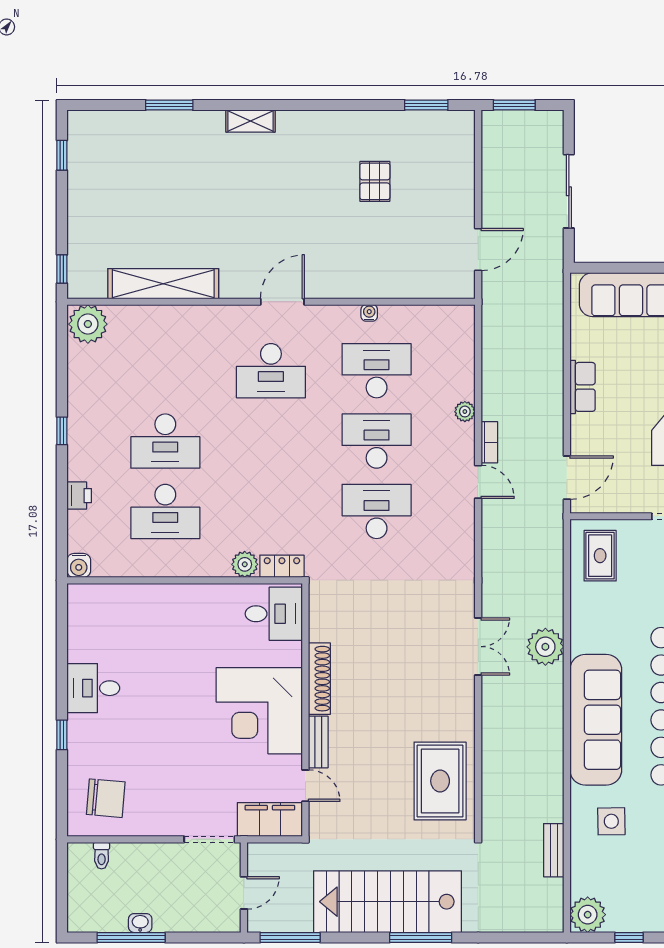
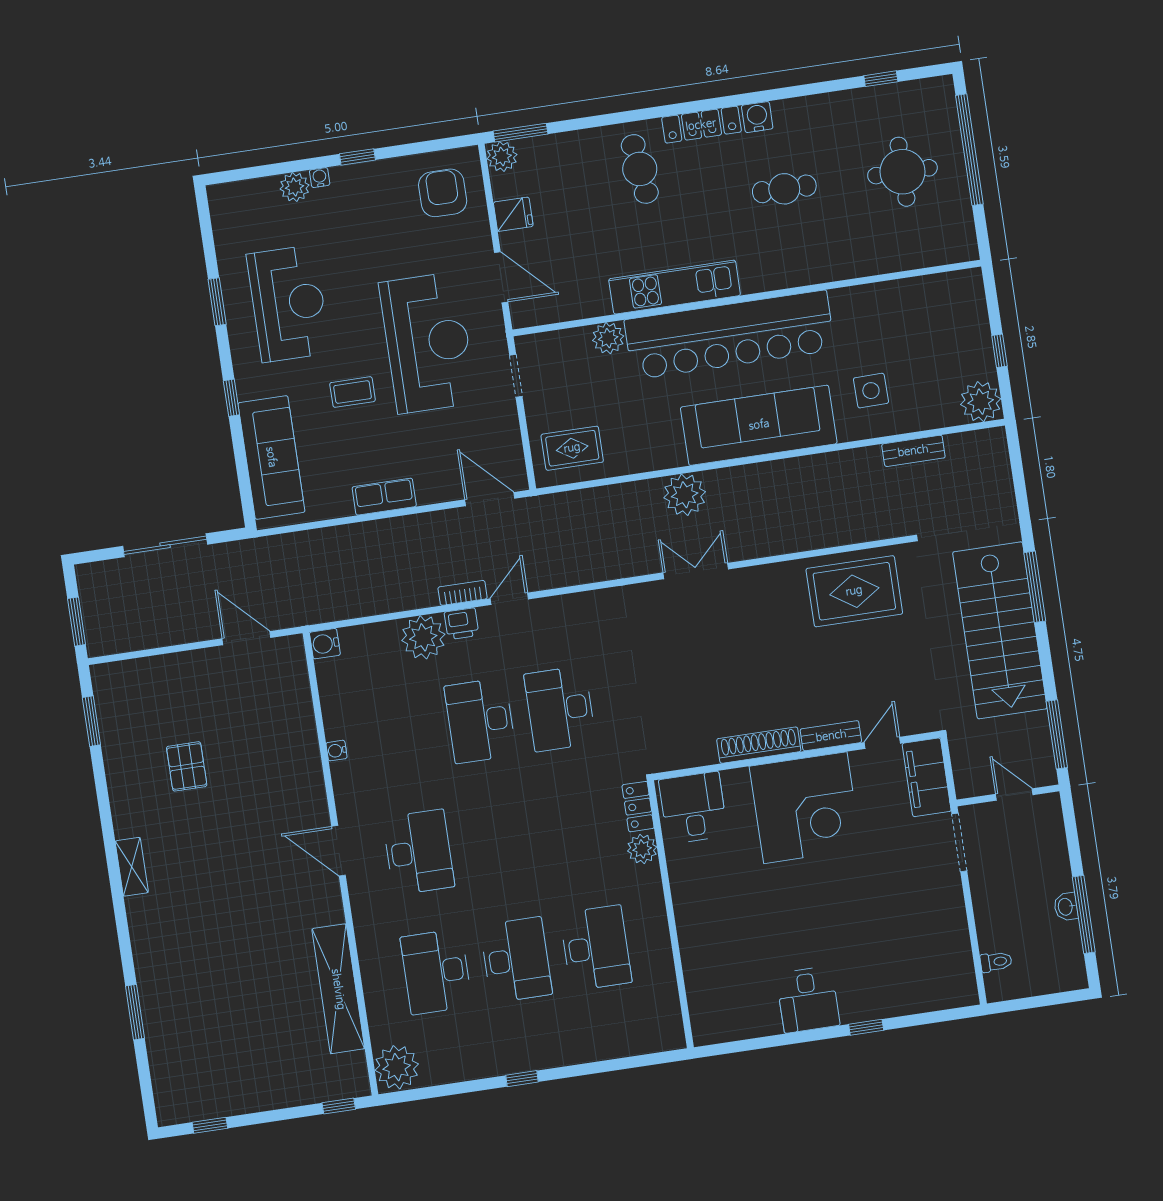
shelving: (251, 121) -> (132, 867), moved
pallet: (375, 181) -> (187, 766), turned 90
desk: (377, 371) -> (436, 972), moved
plant: (465, 412) -> (423, 637), width x1.88, depth x1.88
printer: (79, 496) -> (461, 624), moved, turned 180
water cooler: (79, 565) -> (325, 644), moved, turned 180
chair: (106, 798) -> (930, 967), removed

